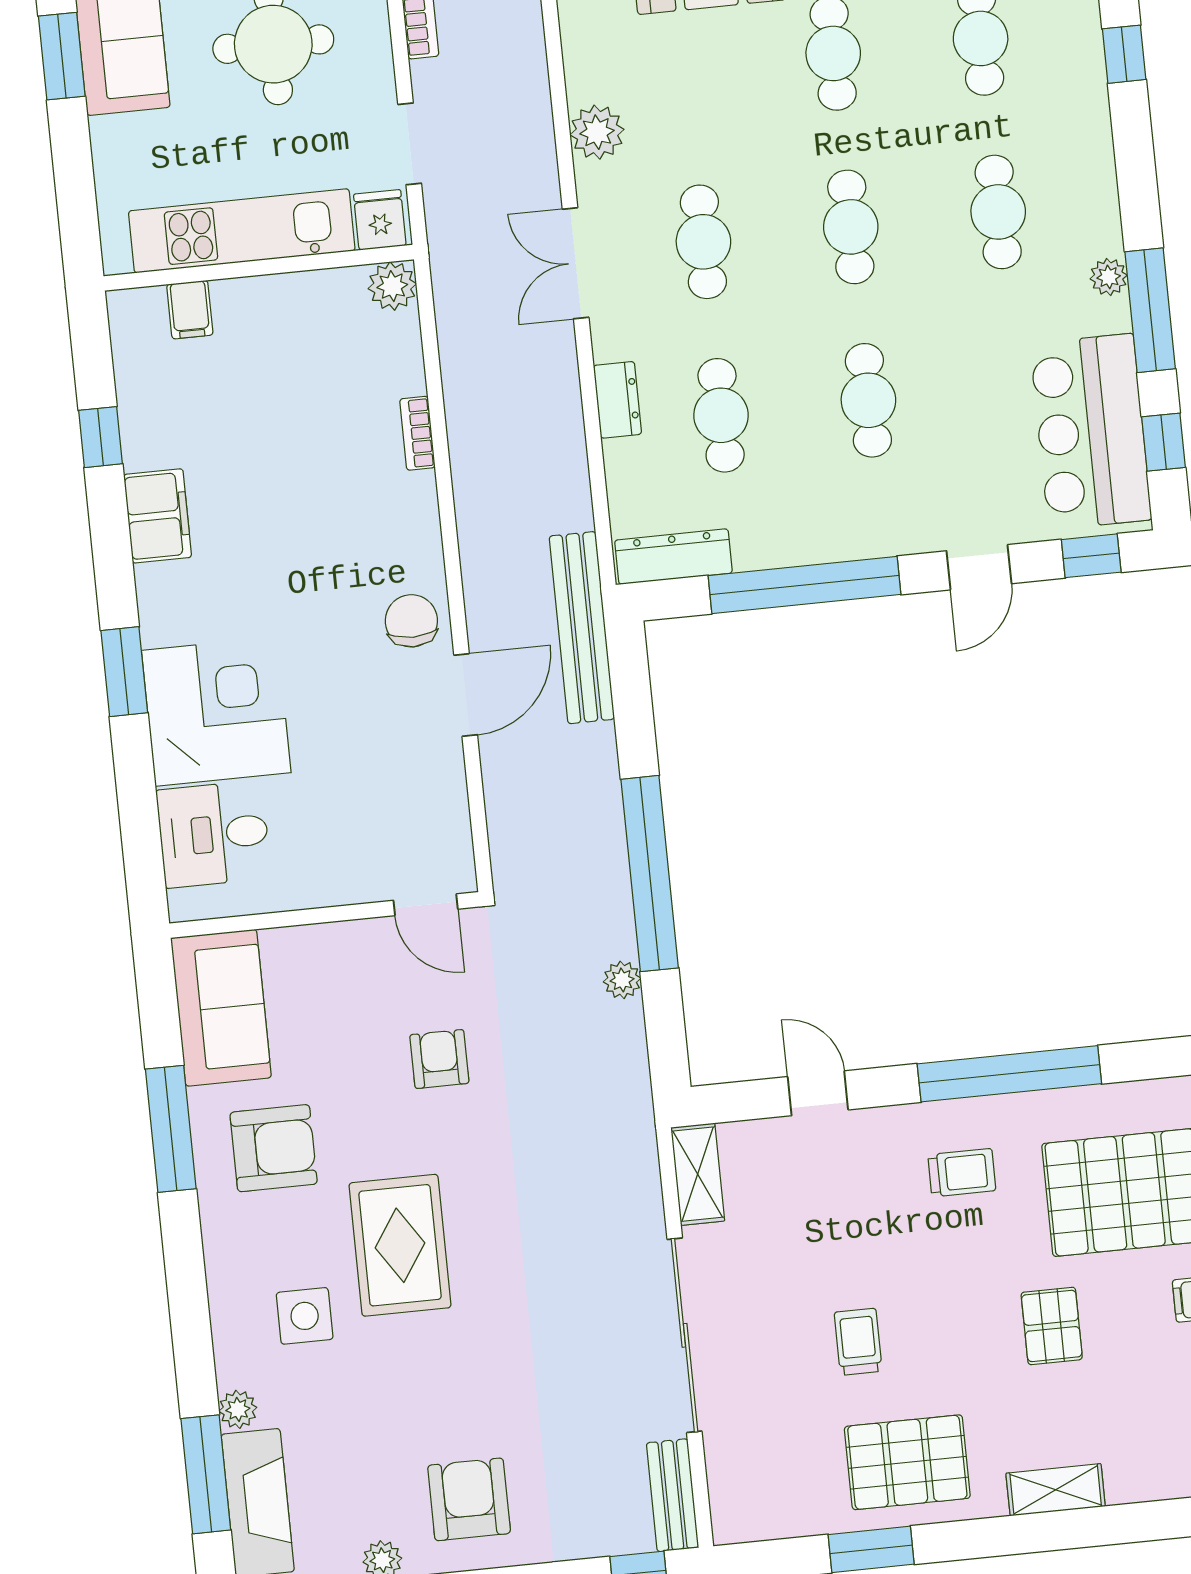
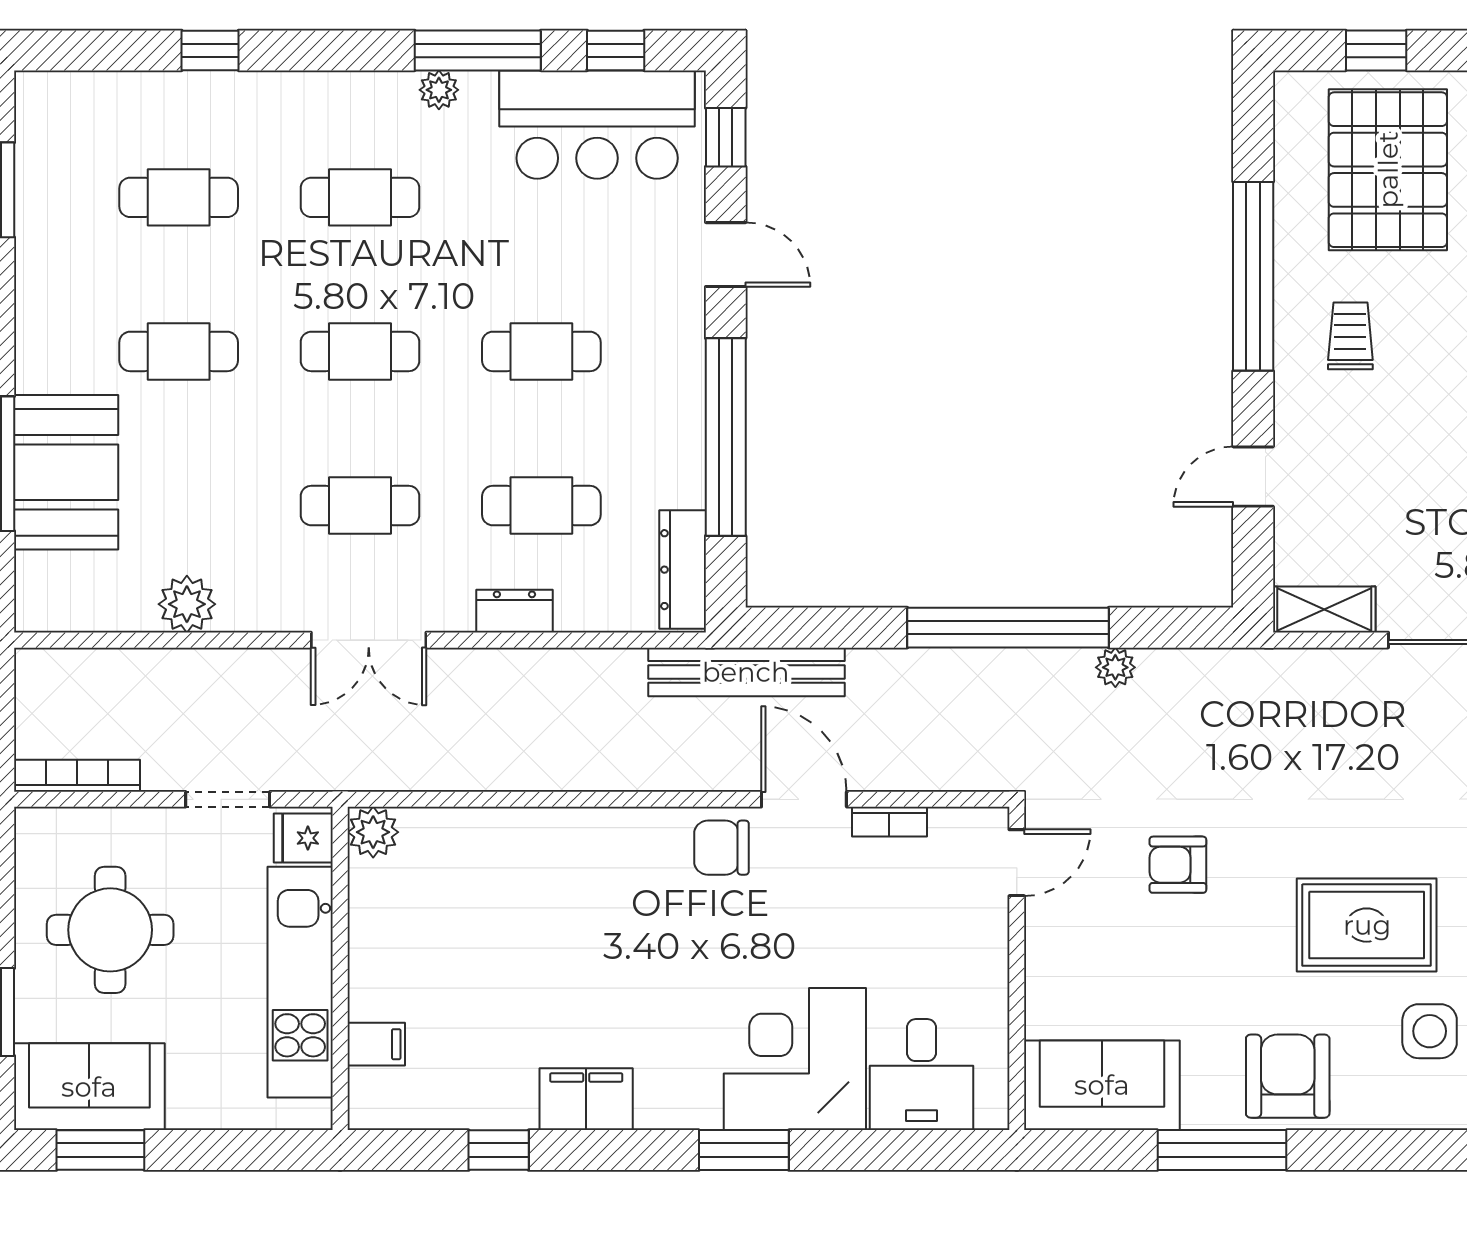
plant: (597, 132) -> (187, 604), moved
bookcase: (417, 433) -> (889, 822), moved
armchair: (274, 1148) -> (1288, 1076), moved

